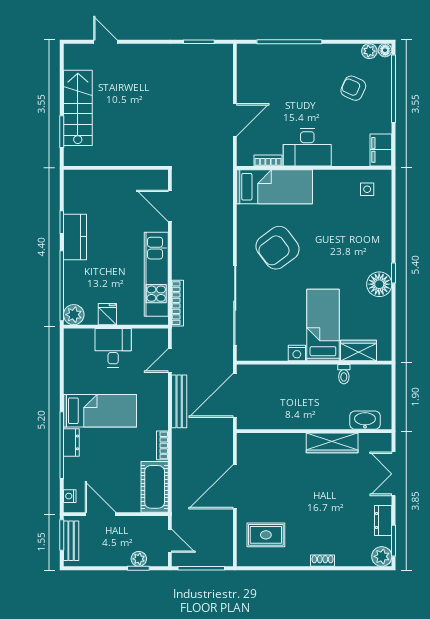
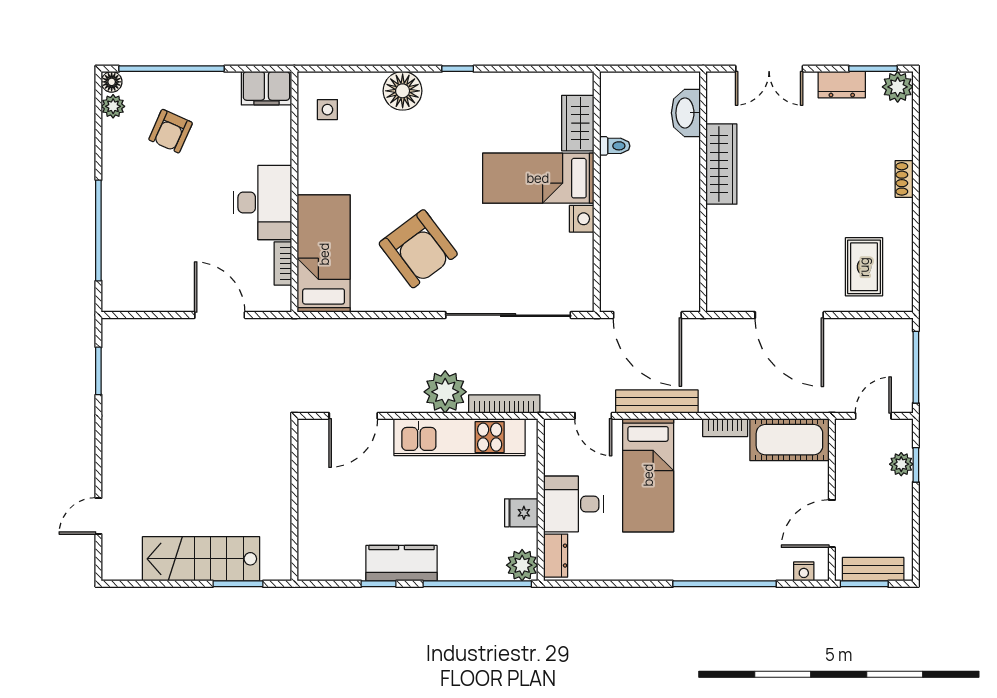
plant: (185, 265) -> (445, 392), added
floor lamp: (379, 284) -> (403, 91), moved
bed: (100, 411) -> (648, 475), moved, turned 180
dresser: (71, 442) -> (556, 556), moved, turned 90

